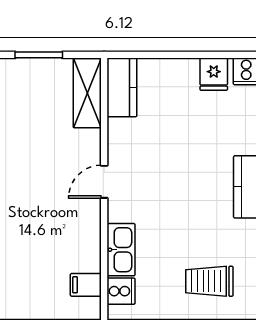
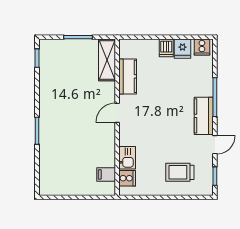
dishwasher: (186, 73) -> (166, 48), added
kitchen counter: (122, 87) -> (128, 76), moved
kitchen sink: (121, 250) -> (127, 158), width x0.73

